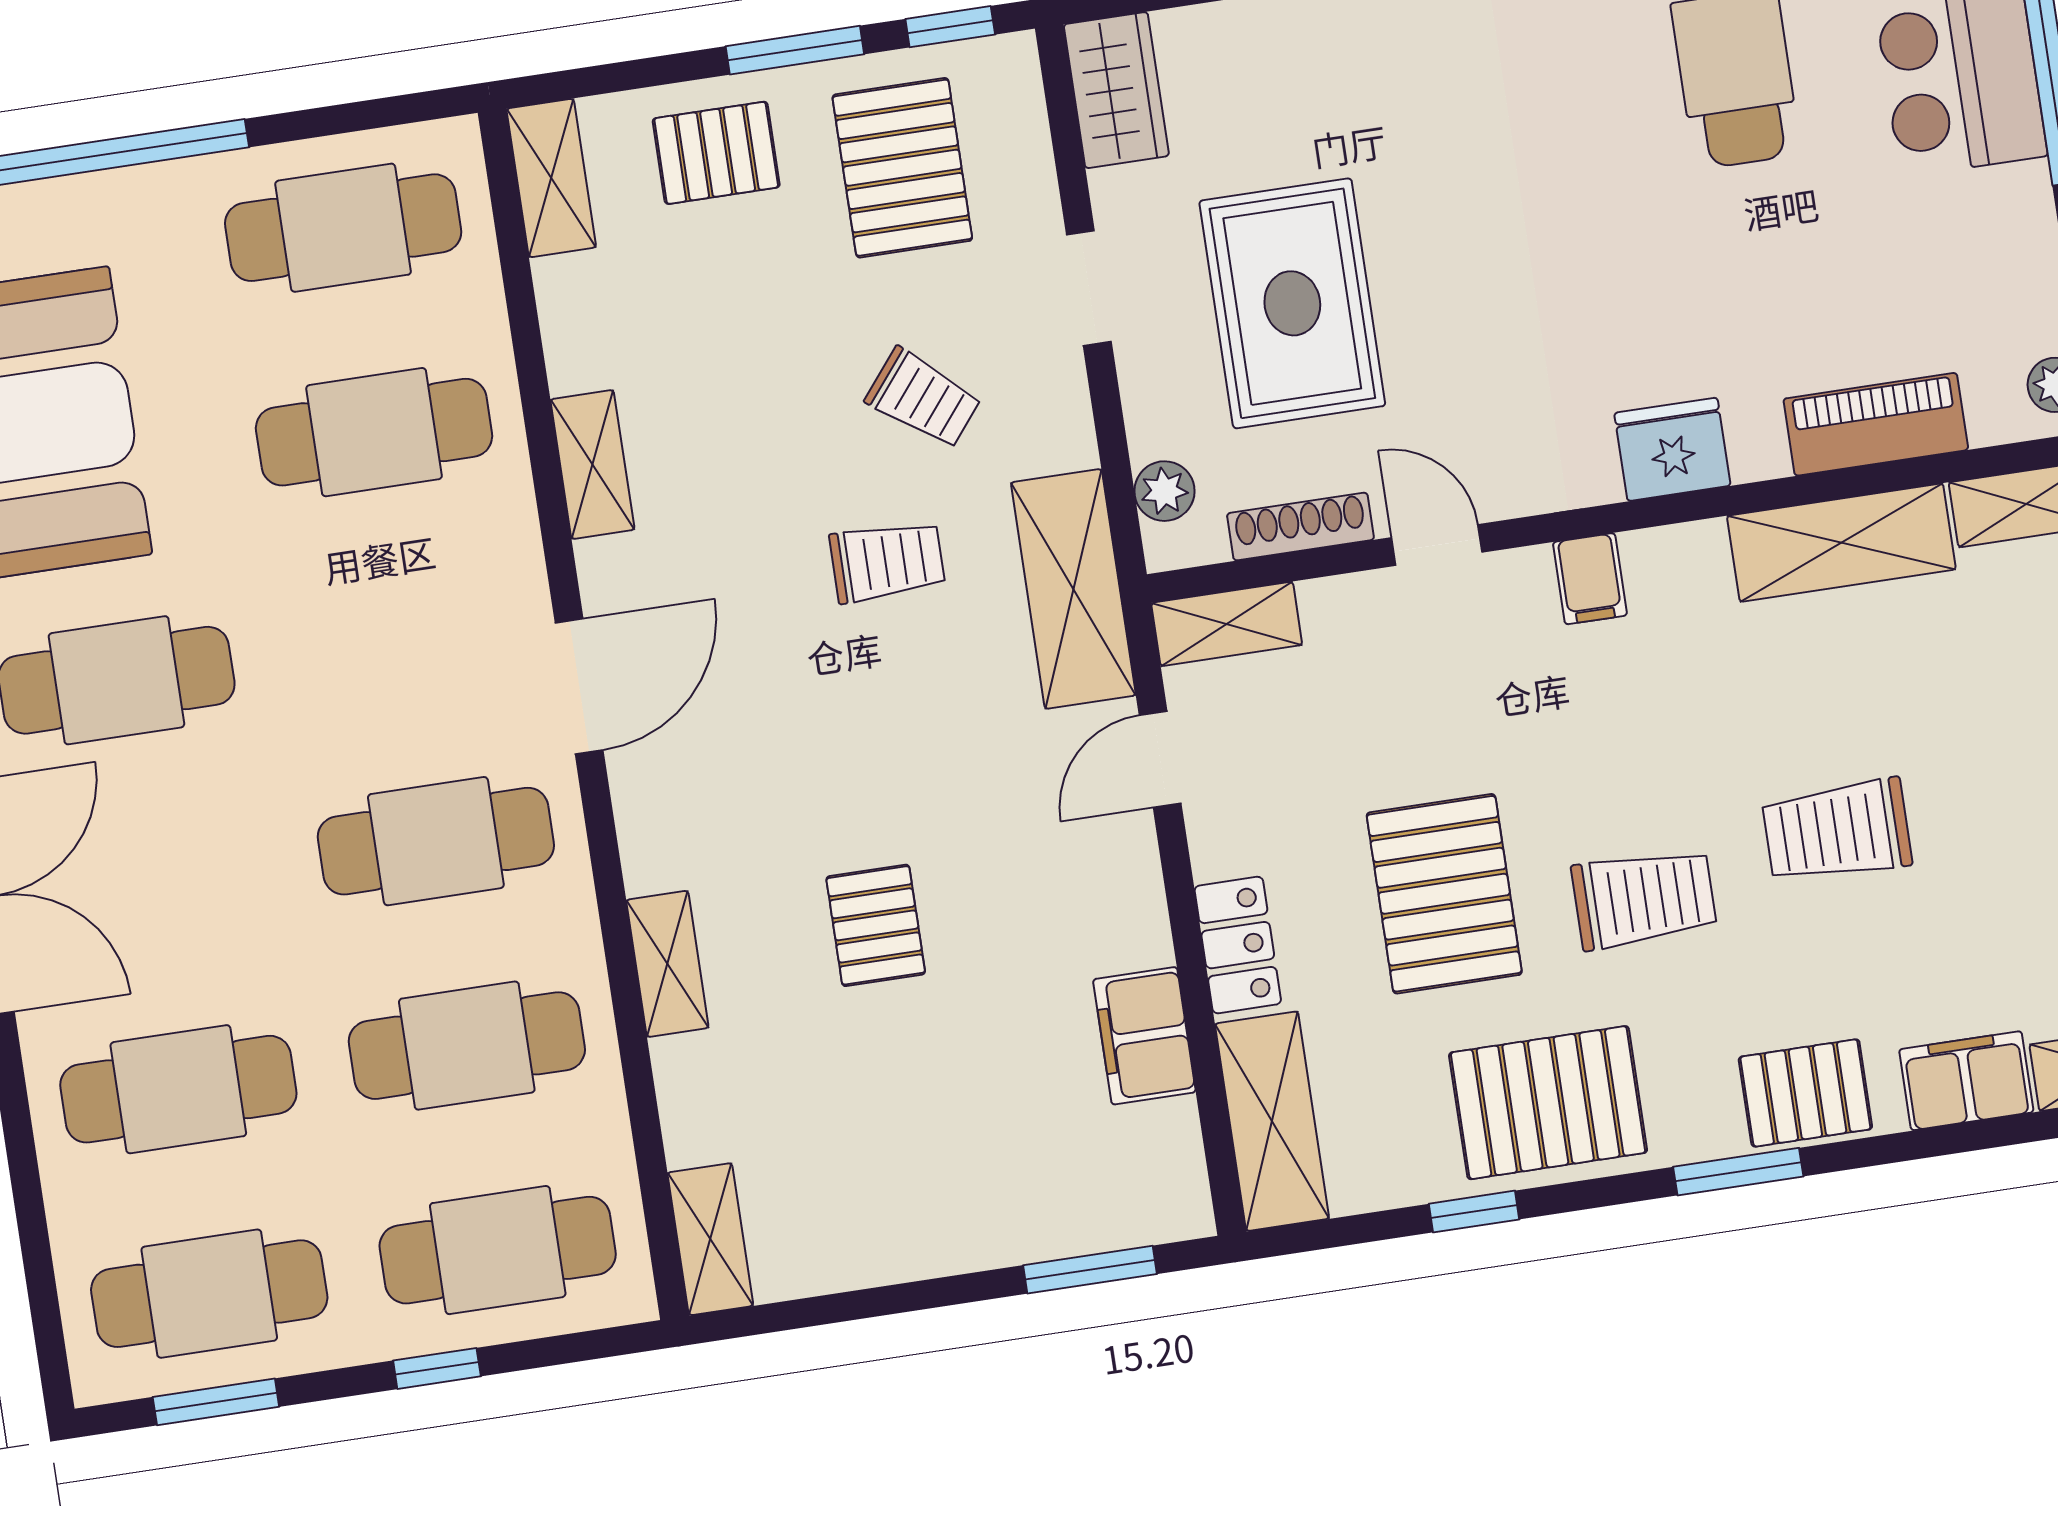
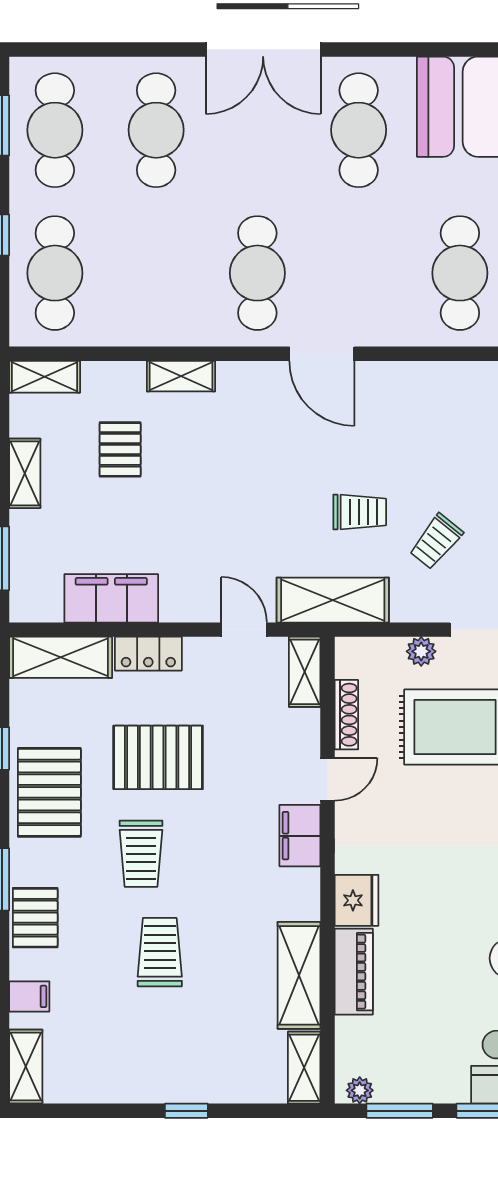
piano: (1876, 424) -> (354, 972), moved
shelving: (592, 464) -> (25, 473), moved, turned 90
plant: (1164, 491) -> (421, 651), moved
trolley: (887, 562) -> (360, 512), turned -90
filing cabinet: (1590, 579) -> (300, 836), width x2.00
pallet: (876, 925) -> (120, 449), moved, turned 90
filing cabinet: (1144, 1036) -> (111, 598), width x1.50, depth x1.17
cafe table: (467, 1046) -> (156, 273), removed
filing cabinet: (1966, 1081) -> (29, 996), width x0.50

